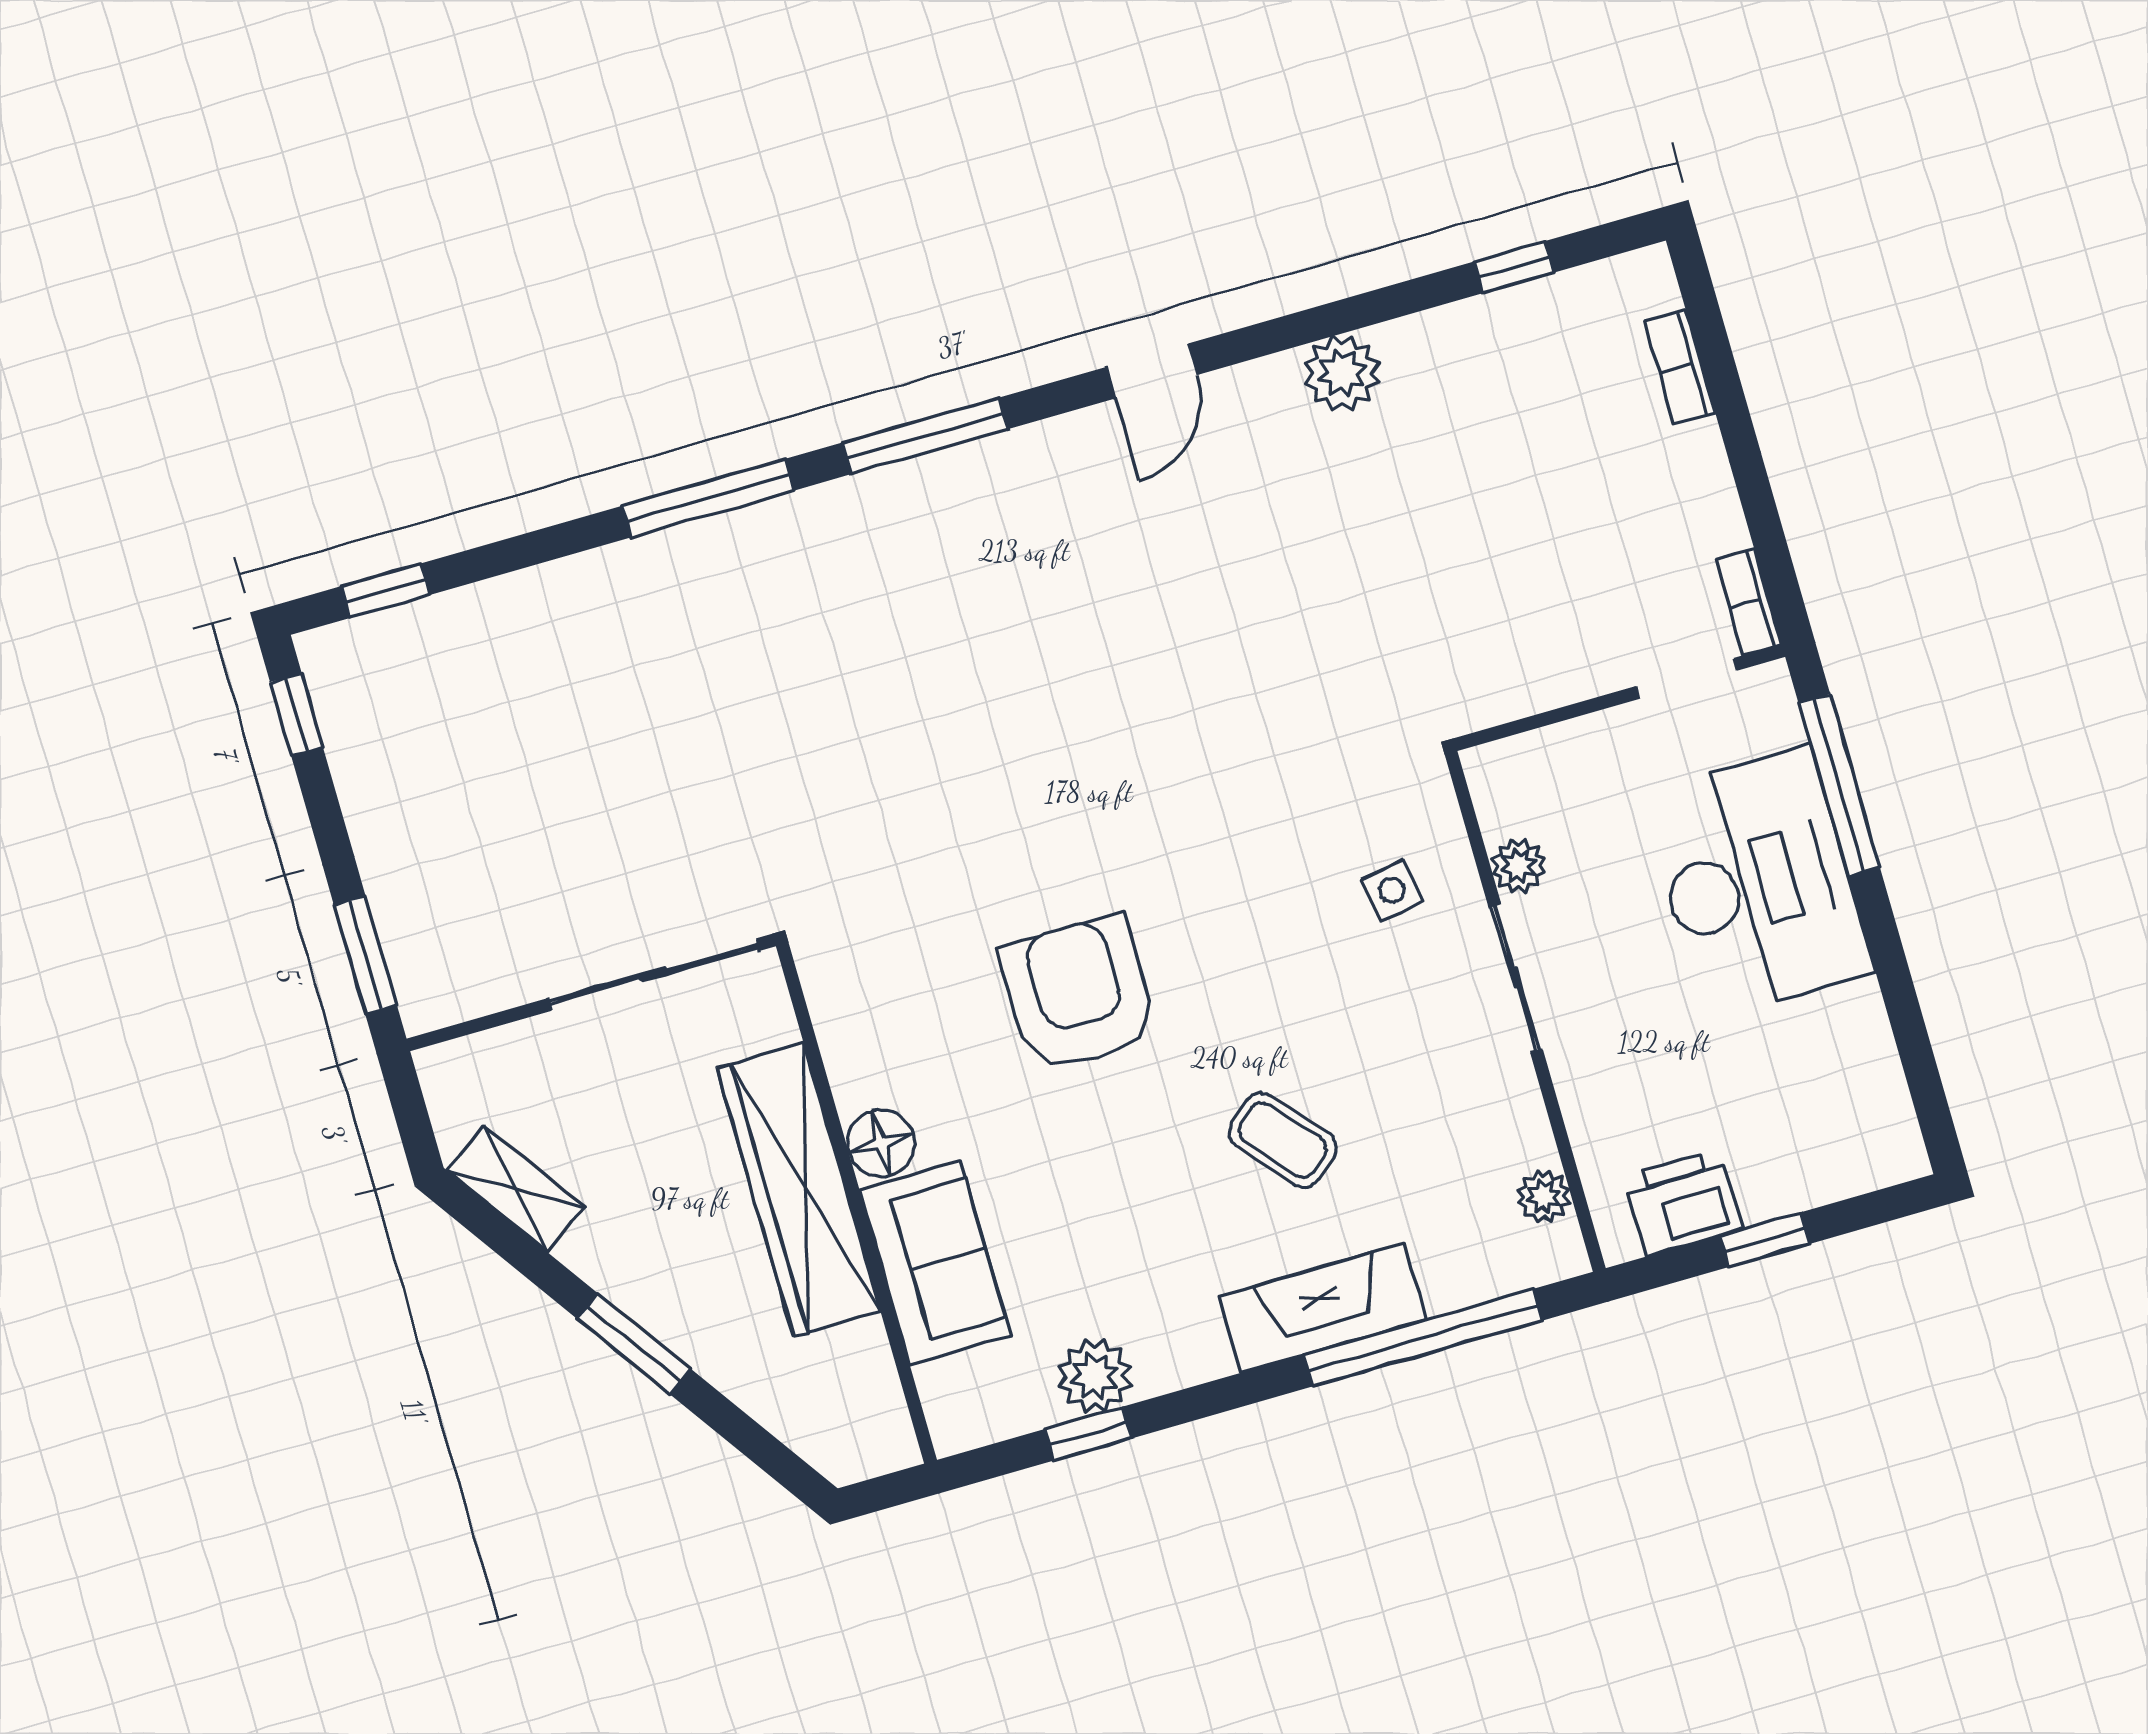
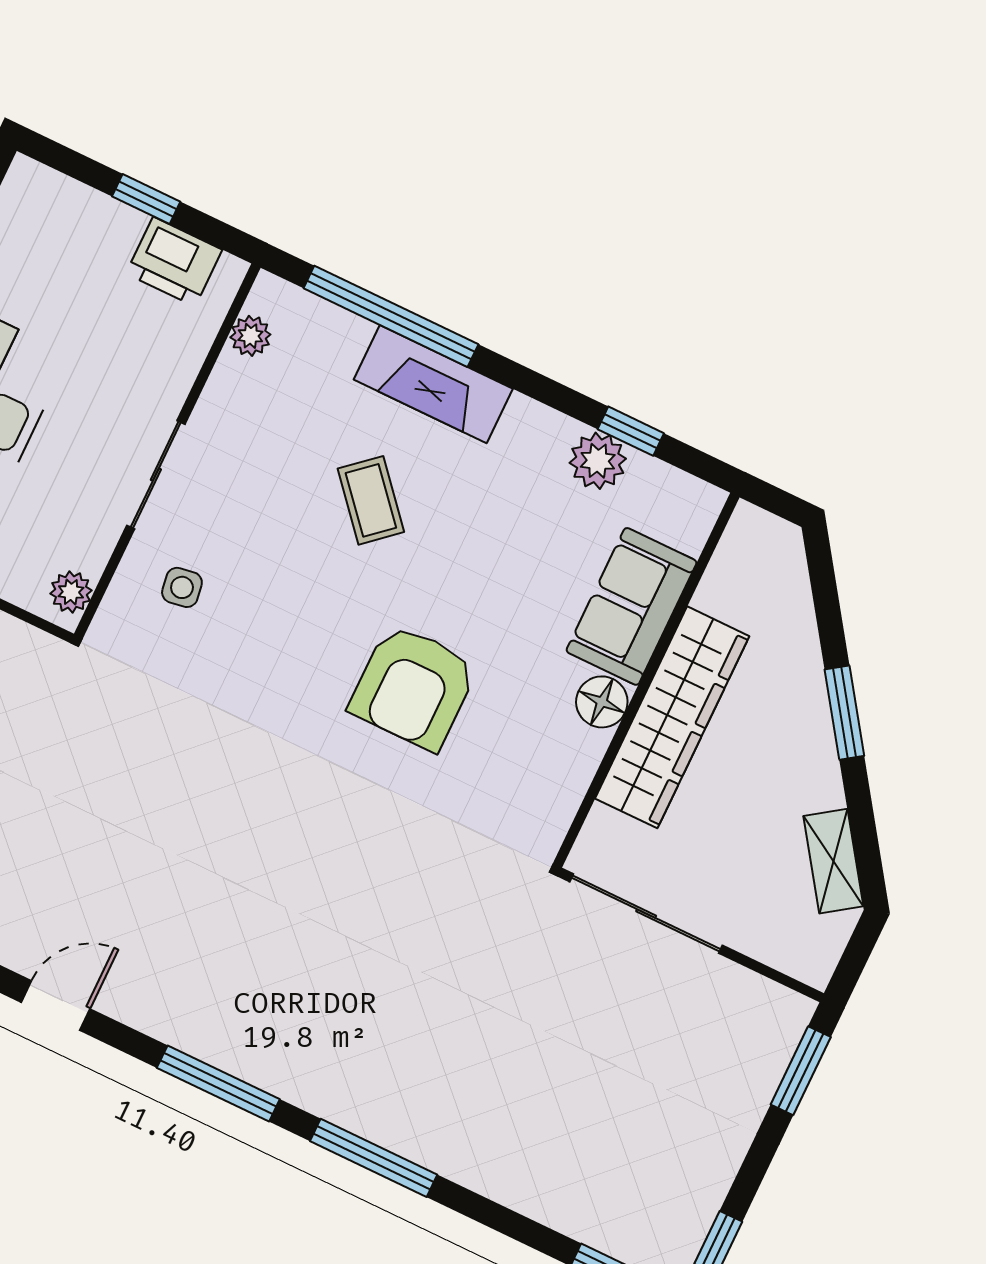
plant: (1519, 866) -> (71, 592), moved

